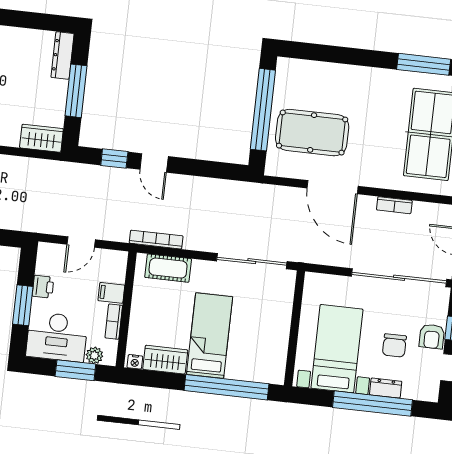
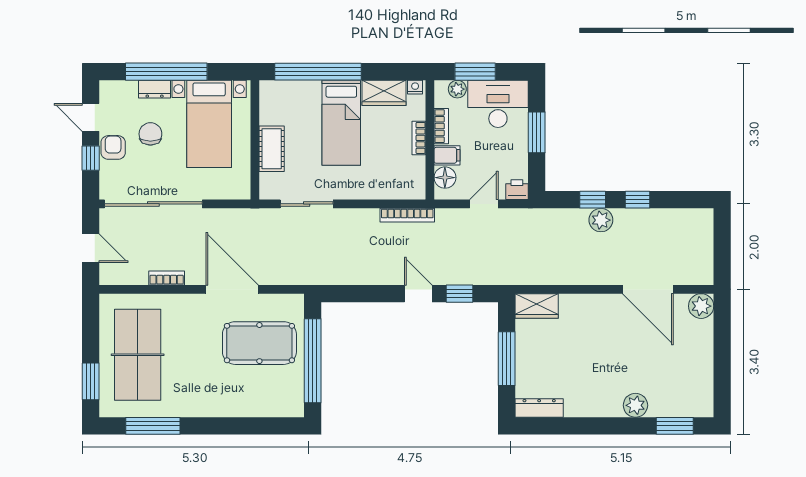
dresser: (62, 55) -> (539, 408), moved, turned -90
sliding door: (252, 261) -> (307, 204), width x0.73
cot: (168, 268) -> (272, 149), moved, turned 90
floor lamp: (116, 272) -> (445, 178), added
printer: (43, 287) -> (517, 190), moved, turned 90
bookcase: (137, 313) -> (419, 138), added

